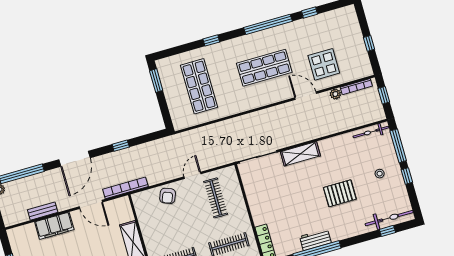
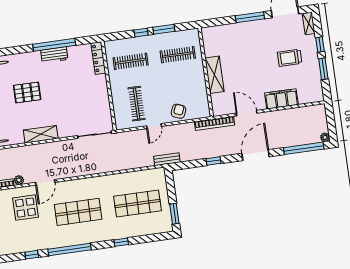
shop shelf: (199, 86) -> (137, 204), turned 90
door: (306, 96) -> (45, 182), hinge flipped
shelving: (300, 154) -> (41, 134), moved
bench: (43, 211) -> (167, 159), moved

